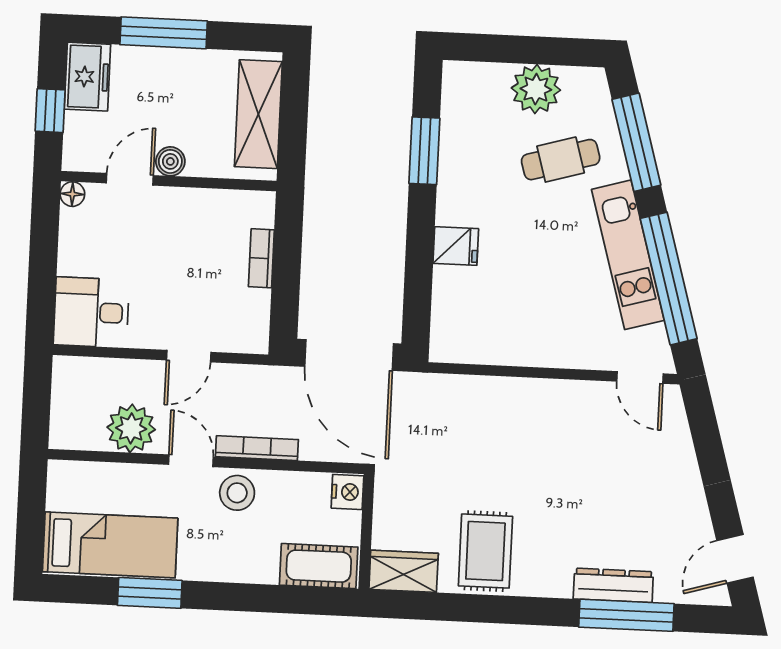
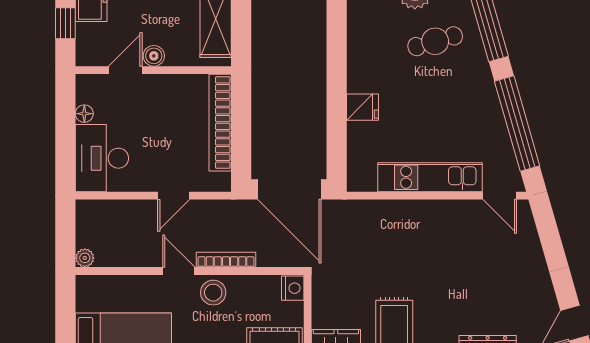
window: (424, 151) -> (337, 40), removed
floor lamp: (72, 194) -> (84, 114), moved
kitchen unit: (628, 255) -> (430, 177), moved, turned 106
bookcase: (261, 258) -> (220, 123), width x2.31, depth x1.31
desk: (91, 312) -> (102, 158), width x1.37
plant: (131, 428) -> (85, 258), moved, width x0.53, depth x0.53

